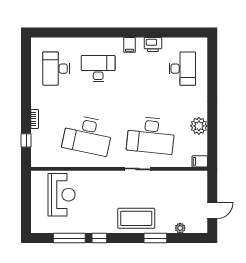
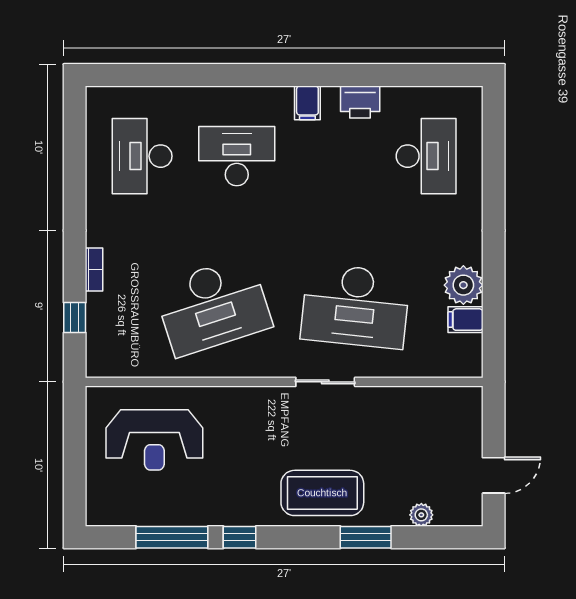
desk: (87, 135) -> (213, 306), turned -30
filing cabinet: (200, 161) -> (465, 320), moved
reception desk: (62, 195) -> (154, 440), turned 90

